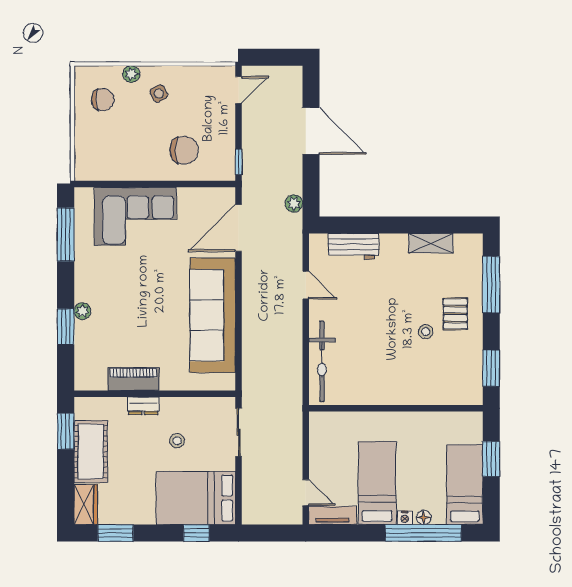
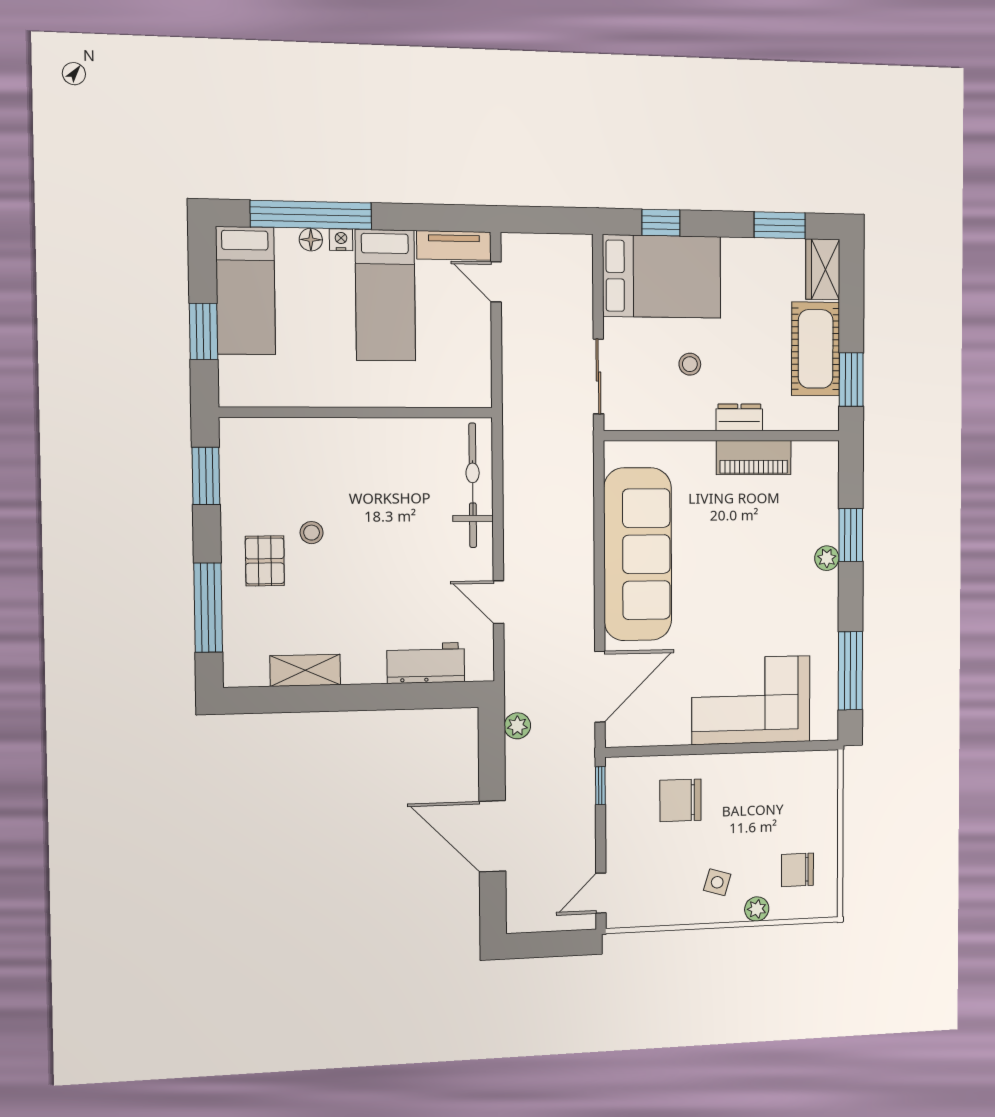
side table: (159, 94) -> (717, 882), turned 45

